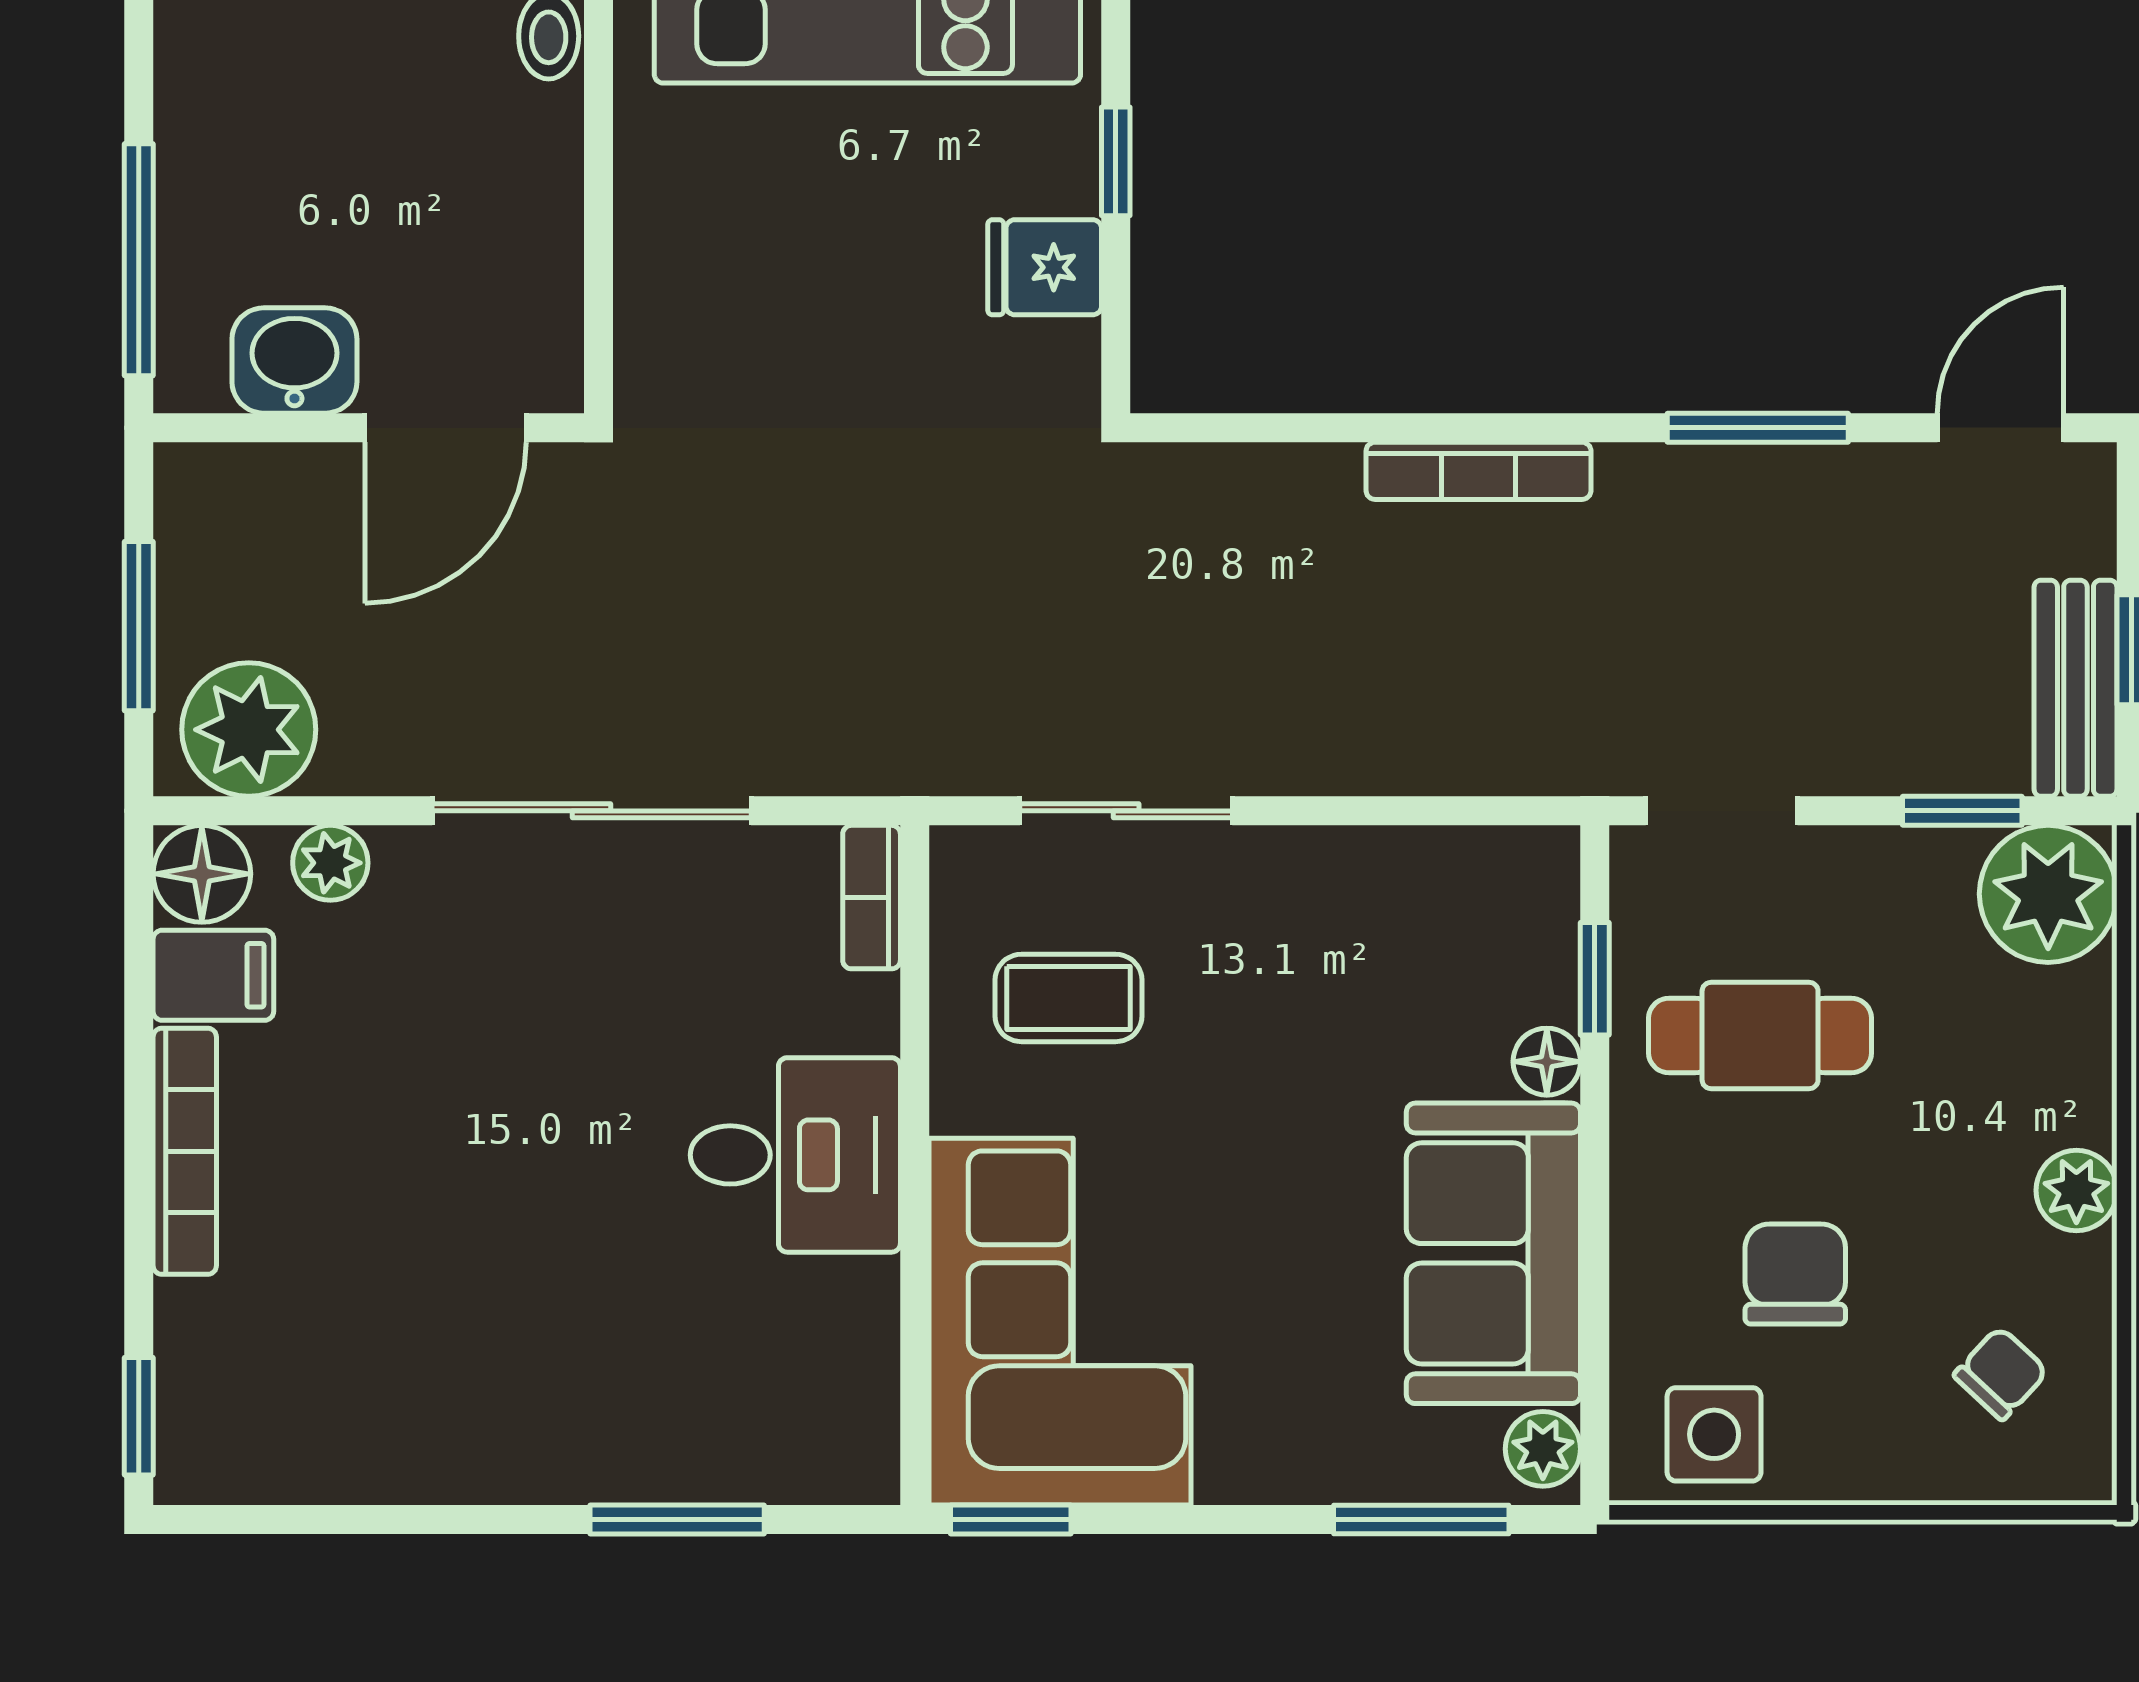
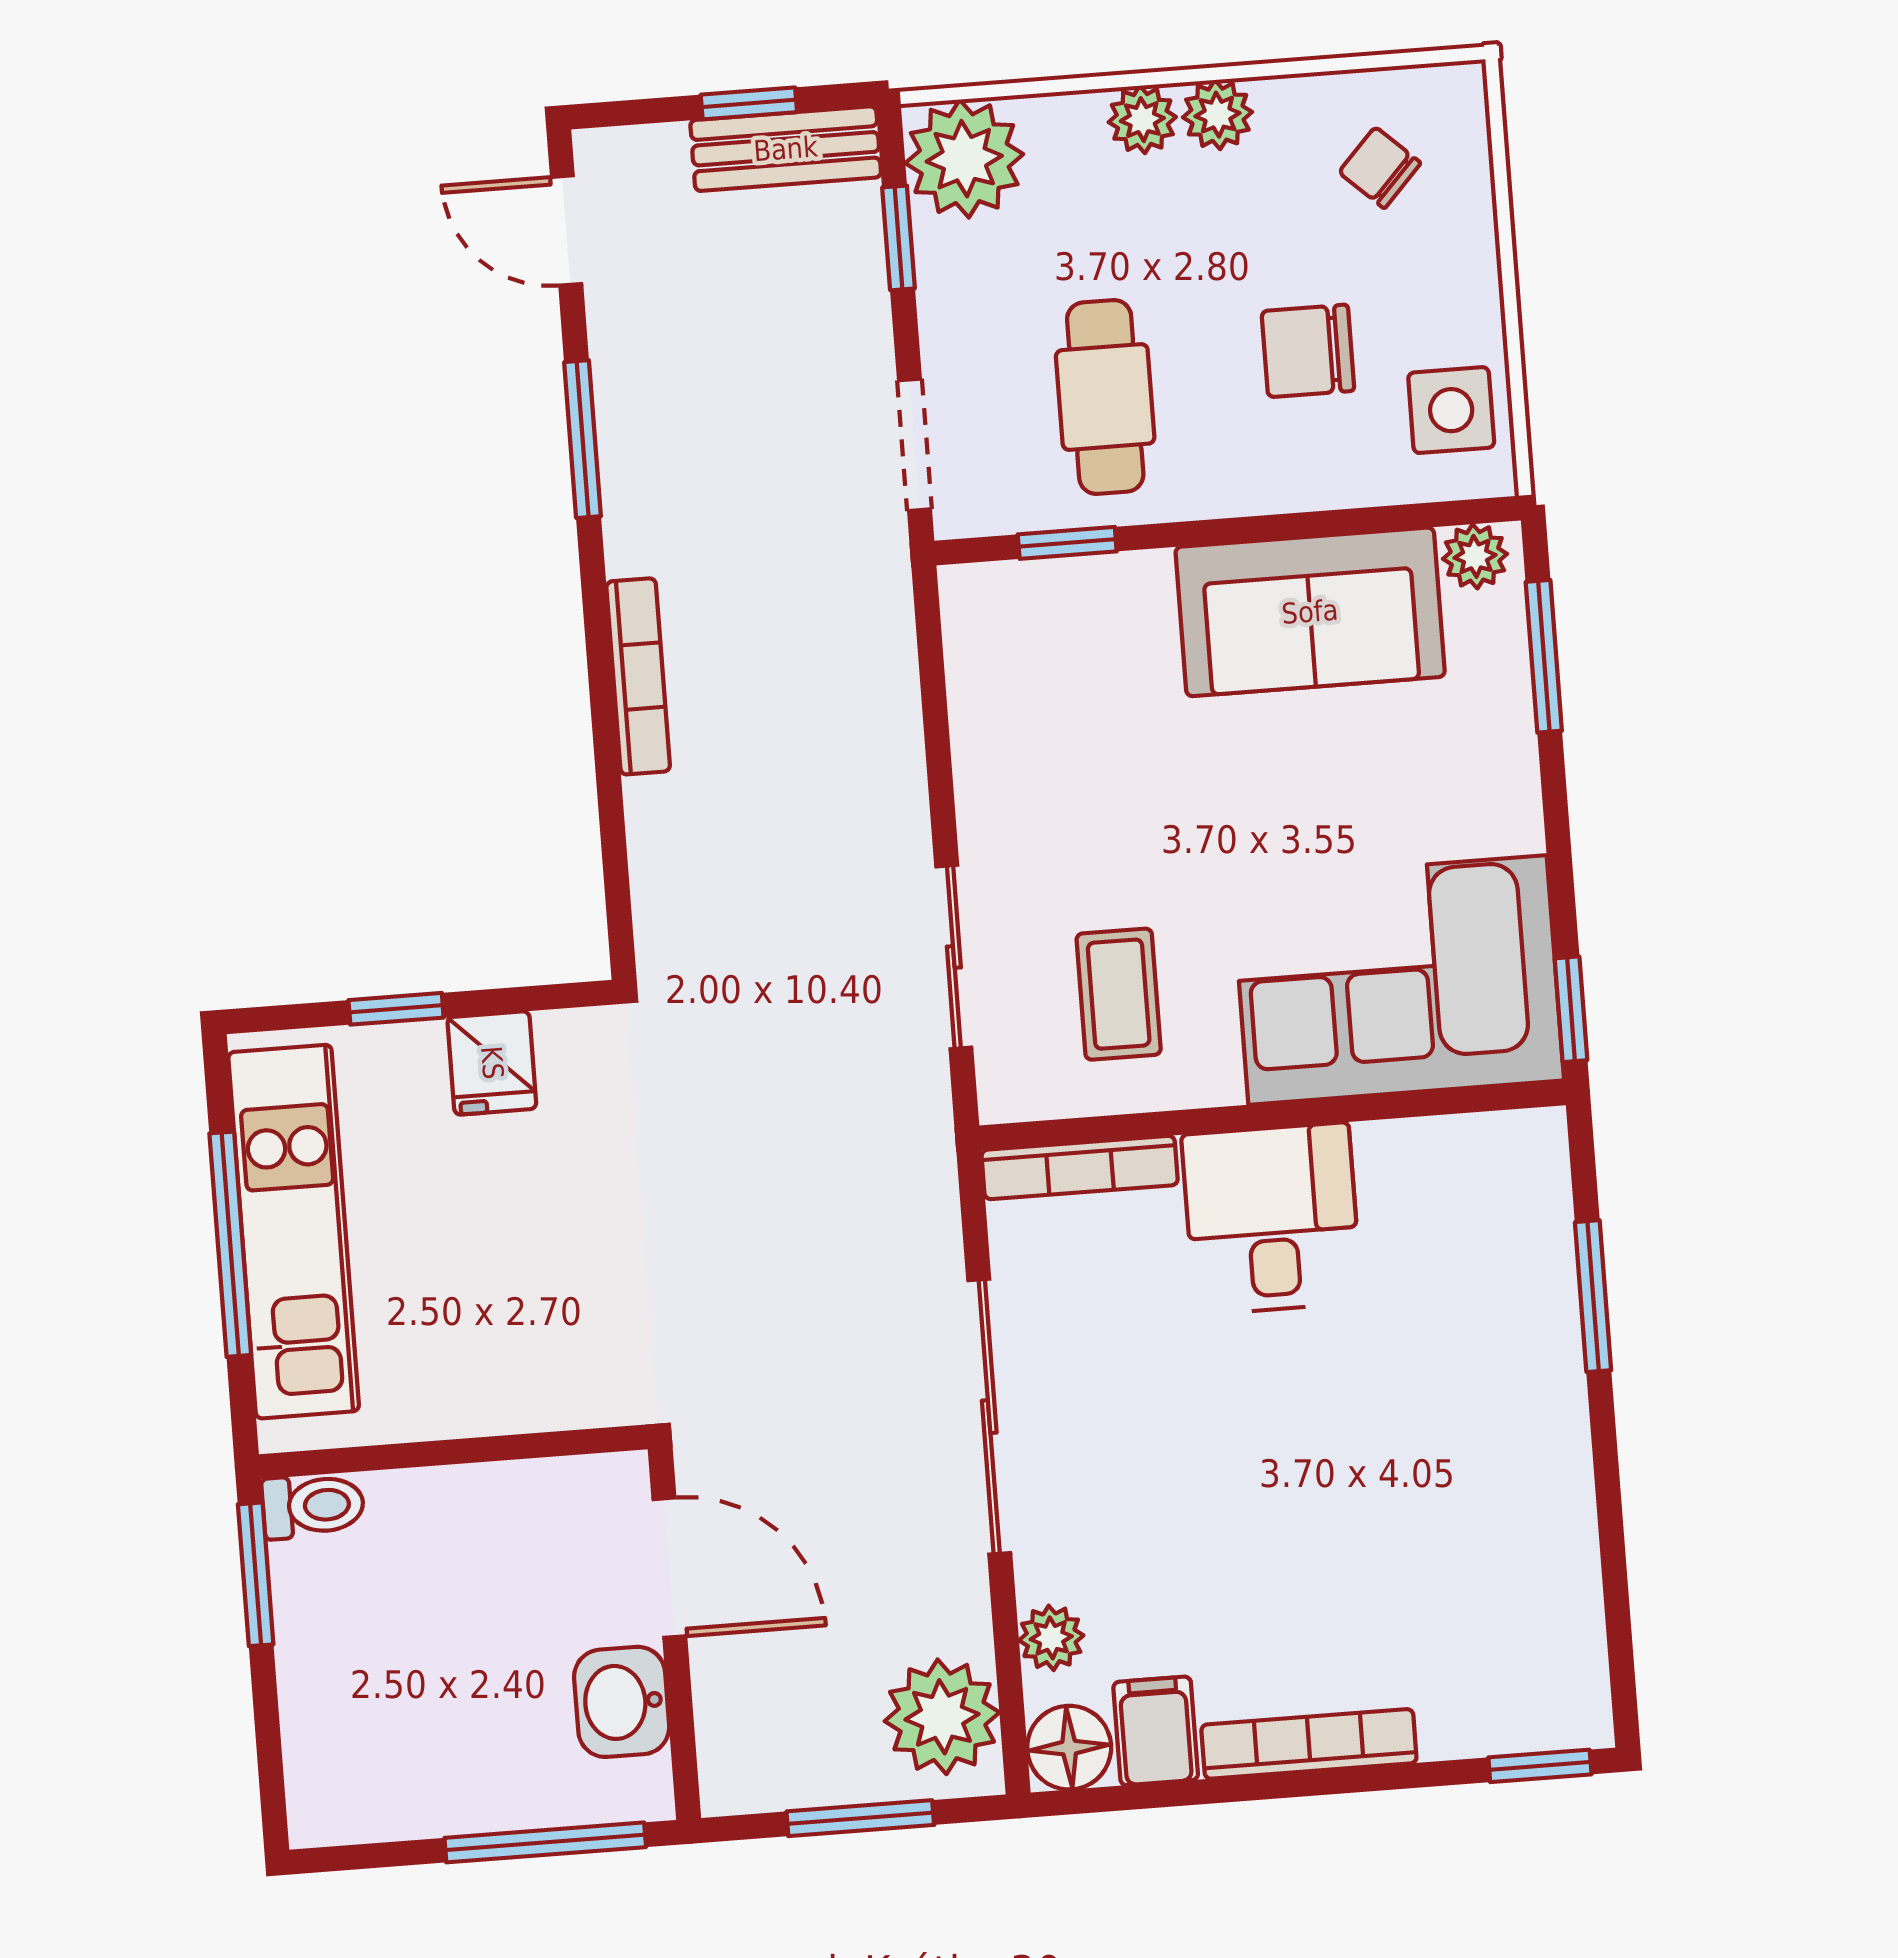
bookcase: (872, 897) -> (1080, 1167), width x1.56
floor lamp: (1547, 1062) -> (1142, 579), removed
plant: (2077, 1103) -> (1142, 120), added

